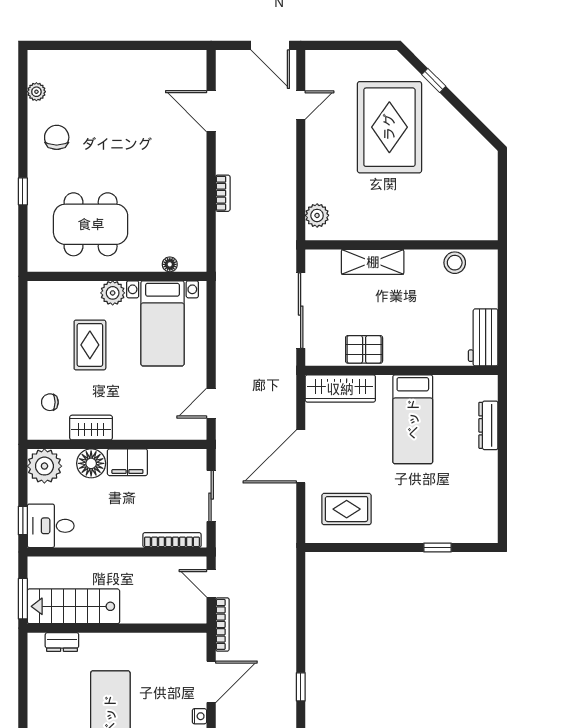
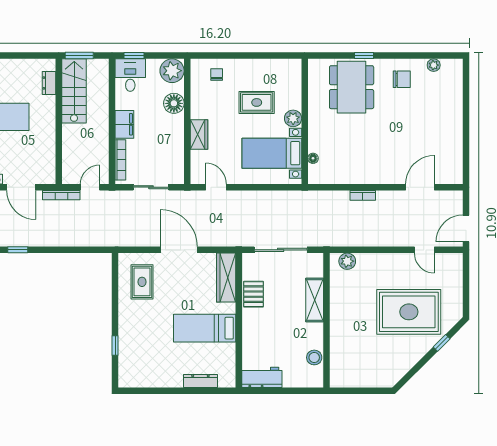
dining table: (91, 224) -> (352, 87), moved
wardrobe: (91, 428) -> (199, 135), moved
filing cabinet: (127, 462) -> (124, 124), moved, turned 180

